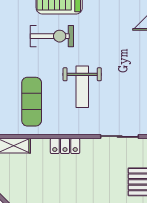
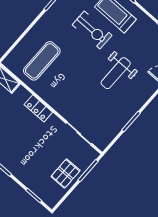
weight bench: (82, 87) -> (116, 73), moved

